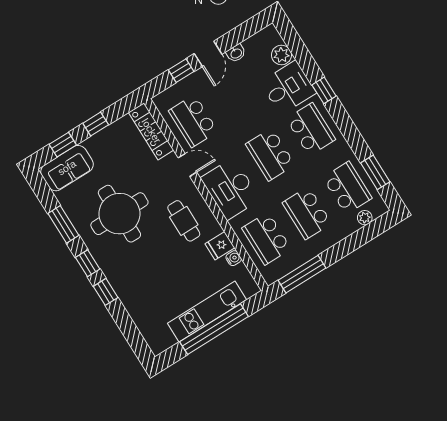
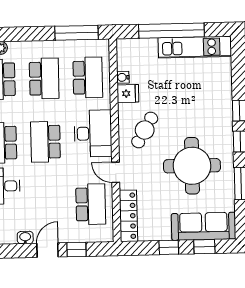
school desk: (270, 154) -> (46, 142), turned 180
sofa: (67, 168) -> (204, 226), width x1.36
cafe table: (184, 221) -> (145, 130), turned 30
kitchen unit: (207, 312) -> (195, 47), moved

